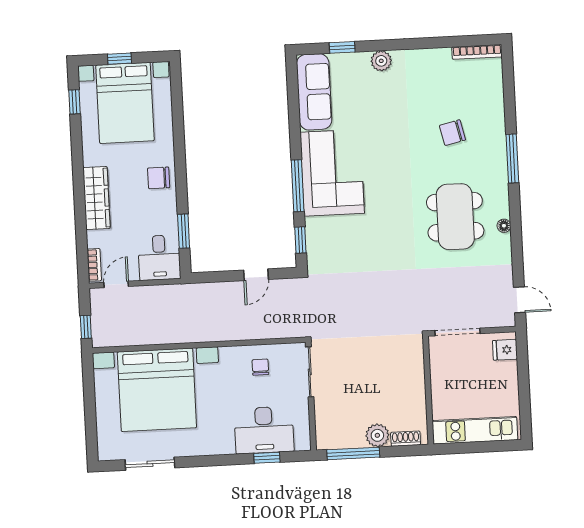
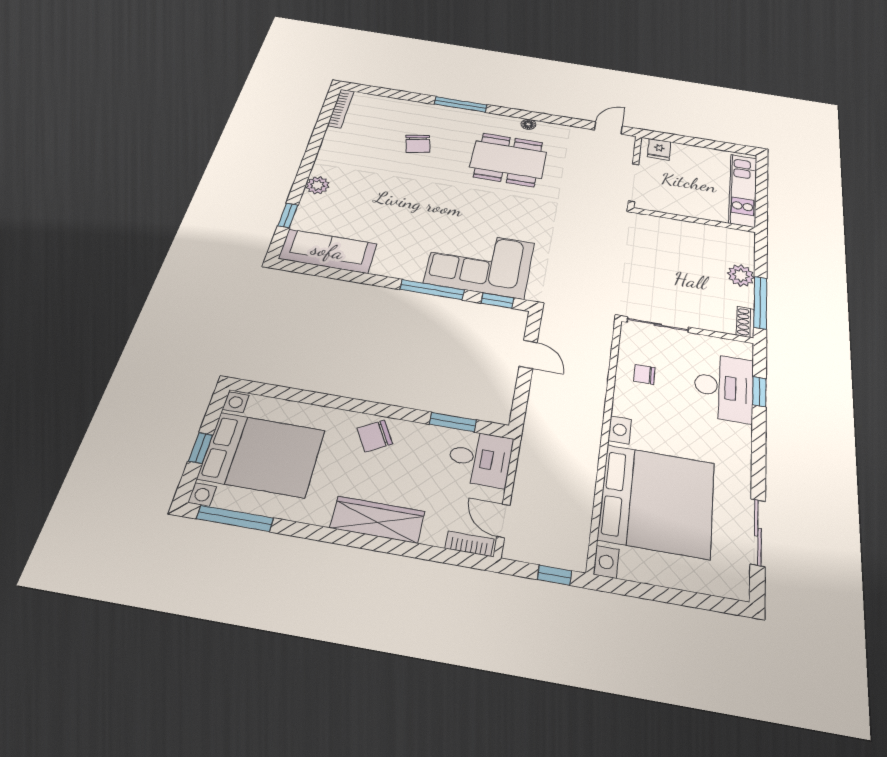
window: (74, 102) -> (235, 518), width x2.17
corner sofa: (332, 173) -> (480, 263), moved
chair: (159, 178) -> (375, 436), turned 60
shoe rack: (406, 439) -> (745, 322), moved

